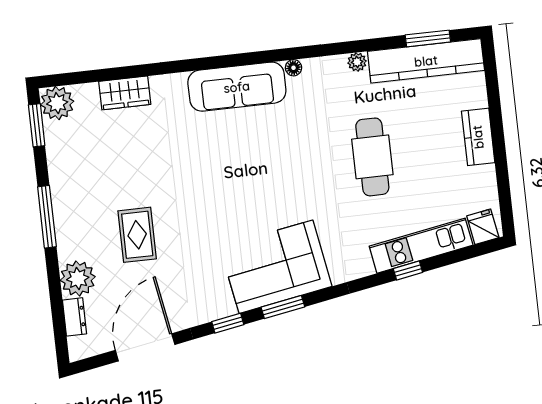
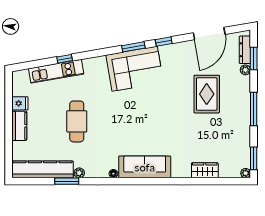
window: (428, 38) -> (67, 181), moved
plant: (57, 103) -> (246, 173), width x0.53, depth x0.53
fridge: (483, 227) -> (20, 103), moved, turned -80
rug: (137, 235) -> (207, 94), width x1.36, depth x1.43
plant: (78, 279) -> (245, 70), width x0.53, depth x0.53
window: (57, 310) -> (254, 58), added
dresser: (74, 317) -> (245, 50), width x1.44

